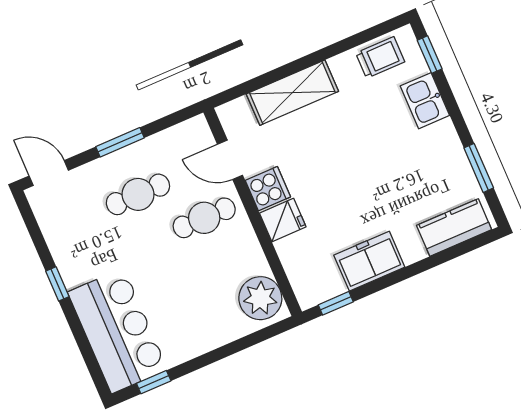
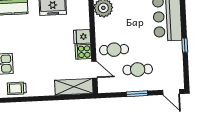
shelving: (292, 93) -> (74, 87), moved

